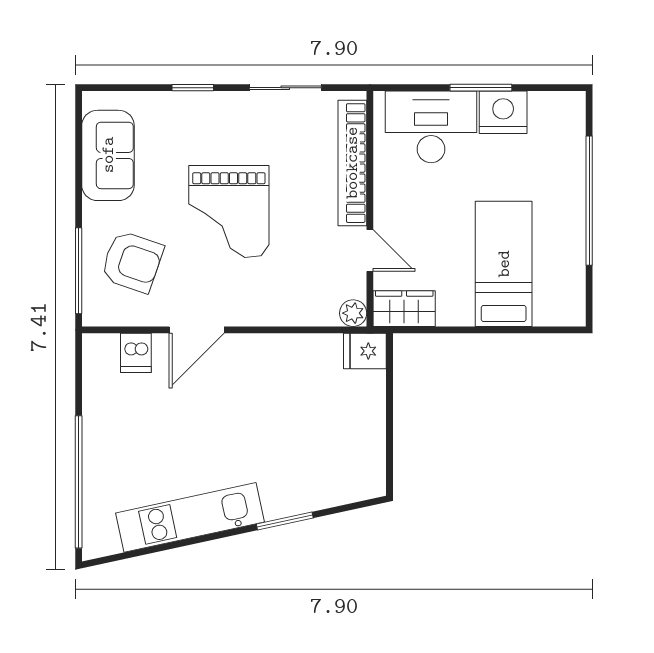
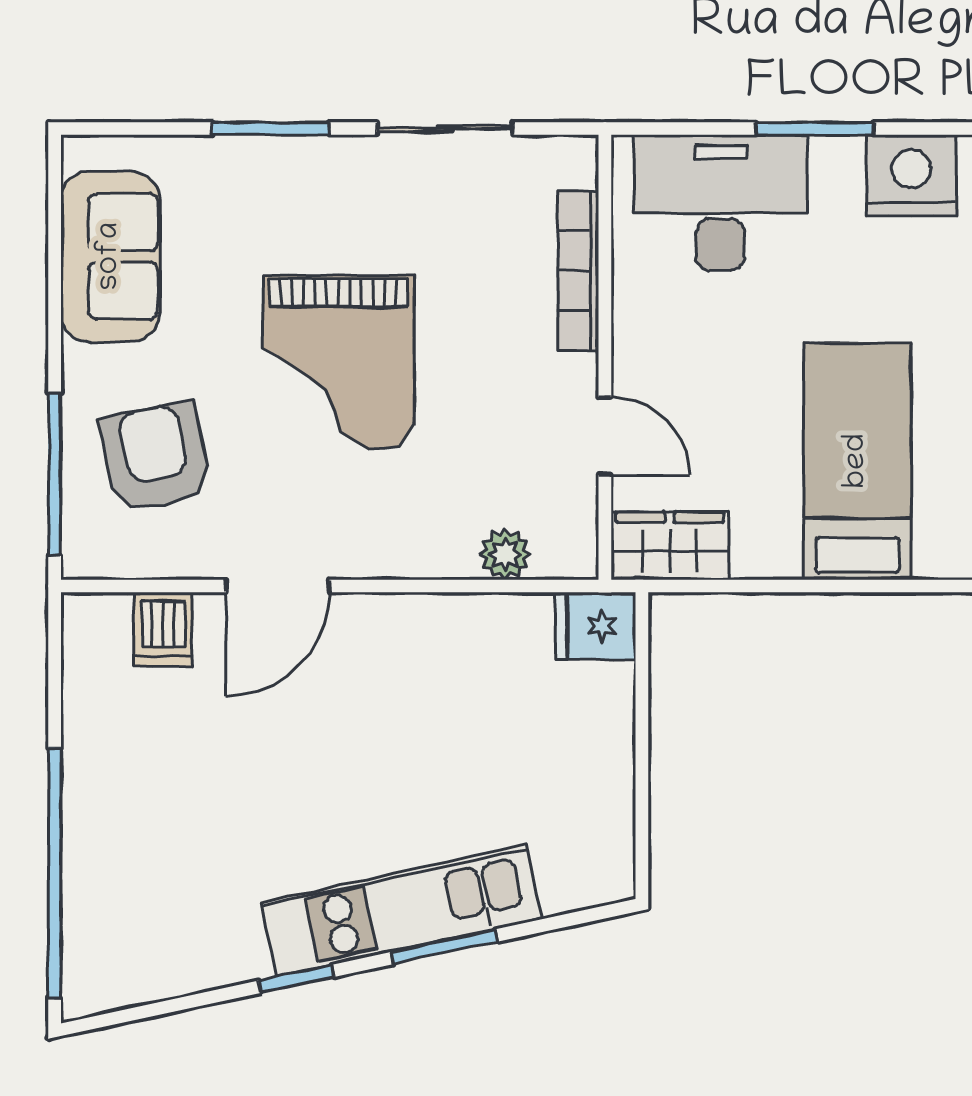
window: (193, 88) -> (270, 129), width x1.50
nightstand: (503, 112) -> (911, 175), moved
bookcase: (352, 163) -> (578, 271), width x0.68, depth x0.76
armchair: (132, 262) -> (156, 457), turned -121
plant: (353, 313) -> (505, 554), moved
kitchen unit: (190, 517) -> (402, 911), moved
window: (207, 538) -> (296, 979), added

